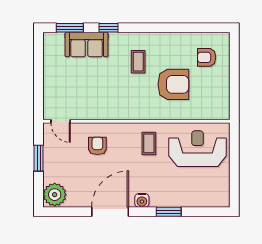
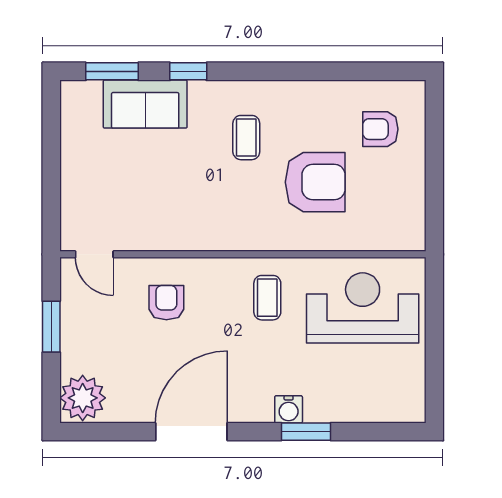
water cooler: (142, 200) -> (289, 409), moved

